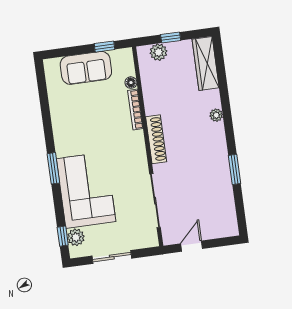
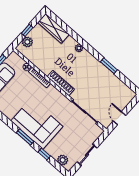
corner sofa: (86, 190) -> (37, 124), moved
window: (63, 236) -> (44, 154), moved

